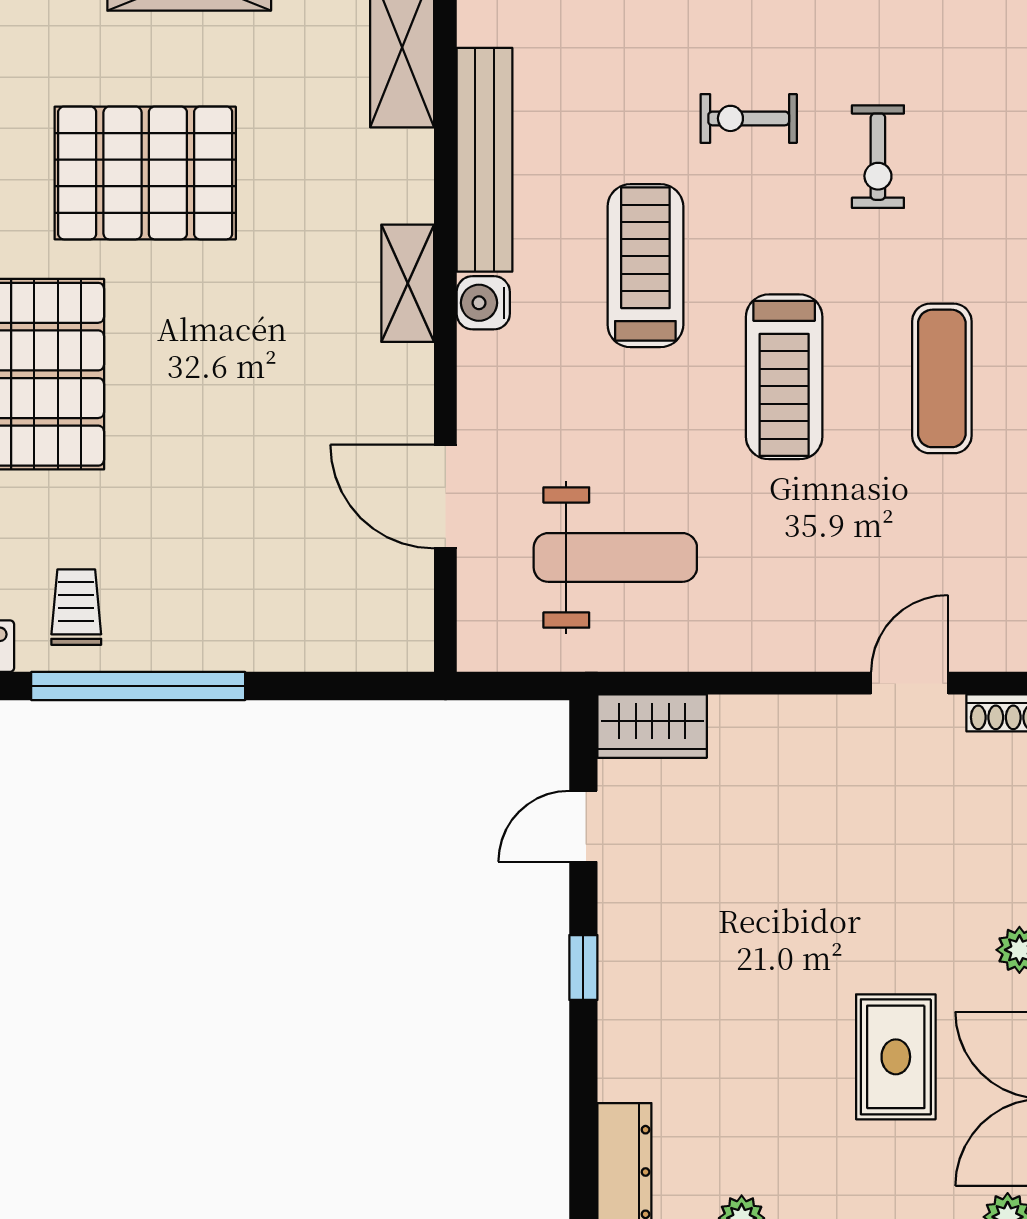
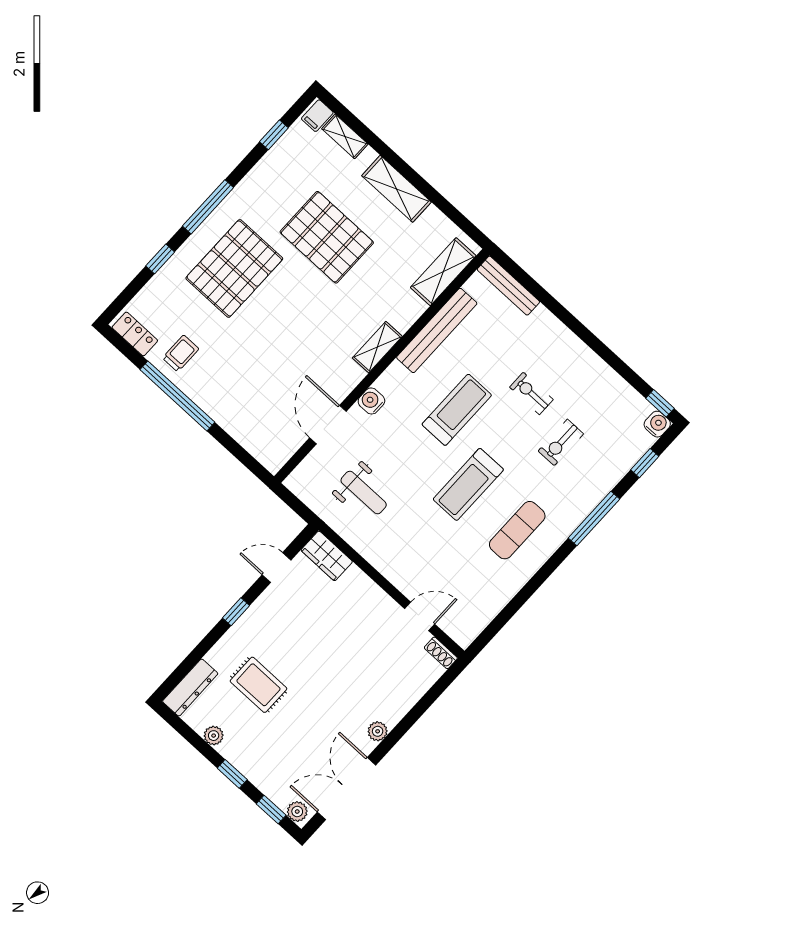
water cooler: (483, 303) -> (371, 401), moved
weight bench: (615, 557) -> (364, 493), width x0.73, depth x0.75
rug: (896, 1057) -> (258, 685), moved, turned 90

